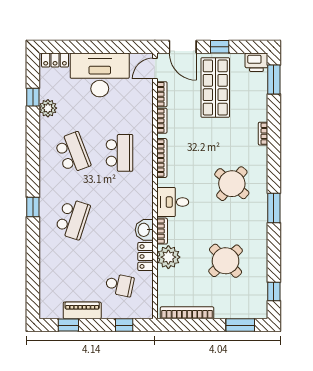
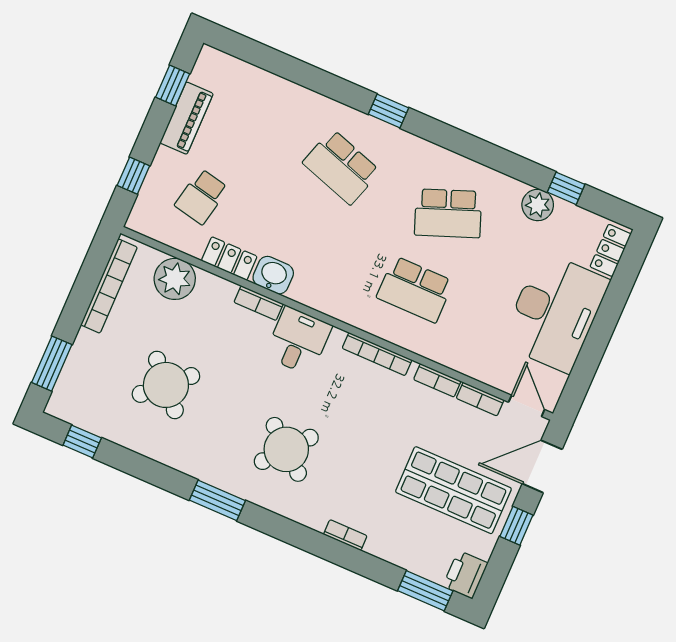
plant: (168, 257) -> (175, 279), moved

